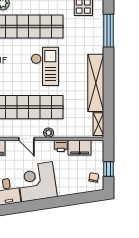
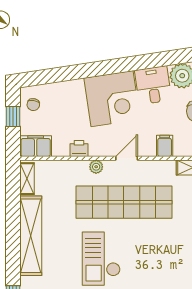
door: (26, 139) -> (127, 158), hinge flipped
filing cabinet: (80, 148) -> (36, 146), moved

